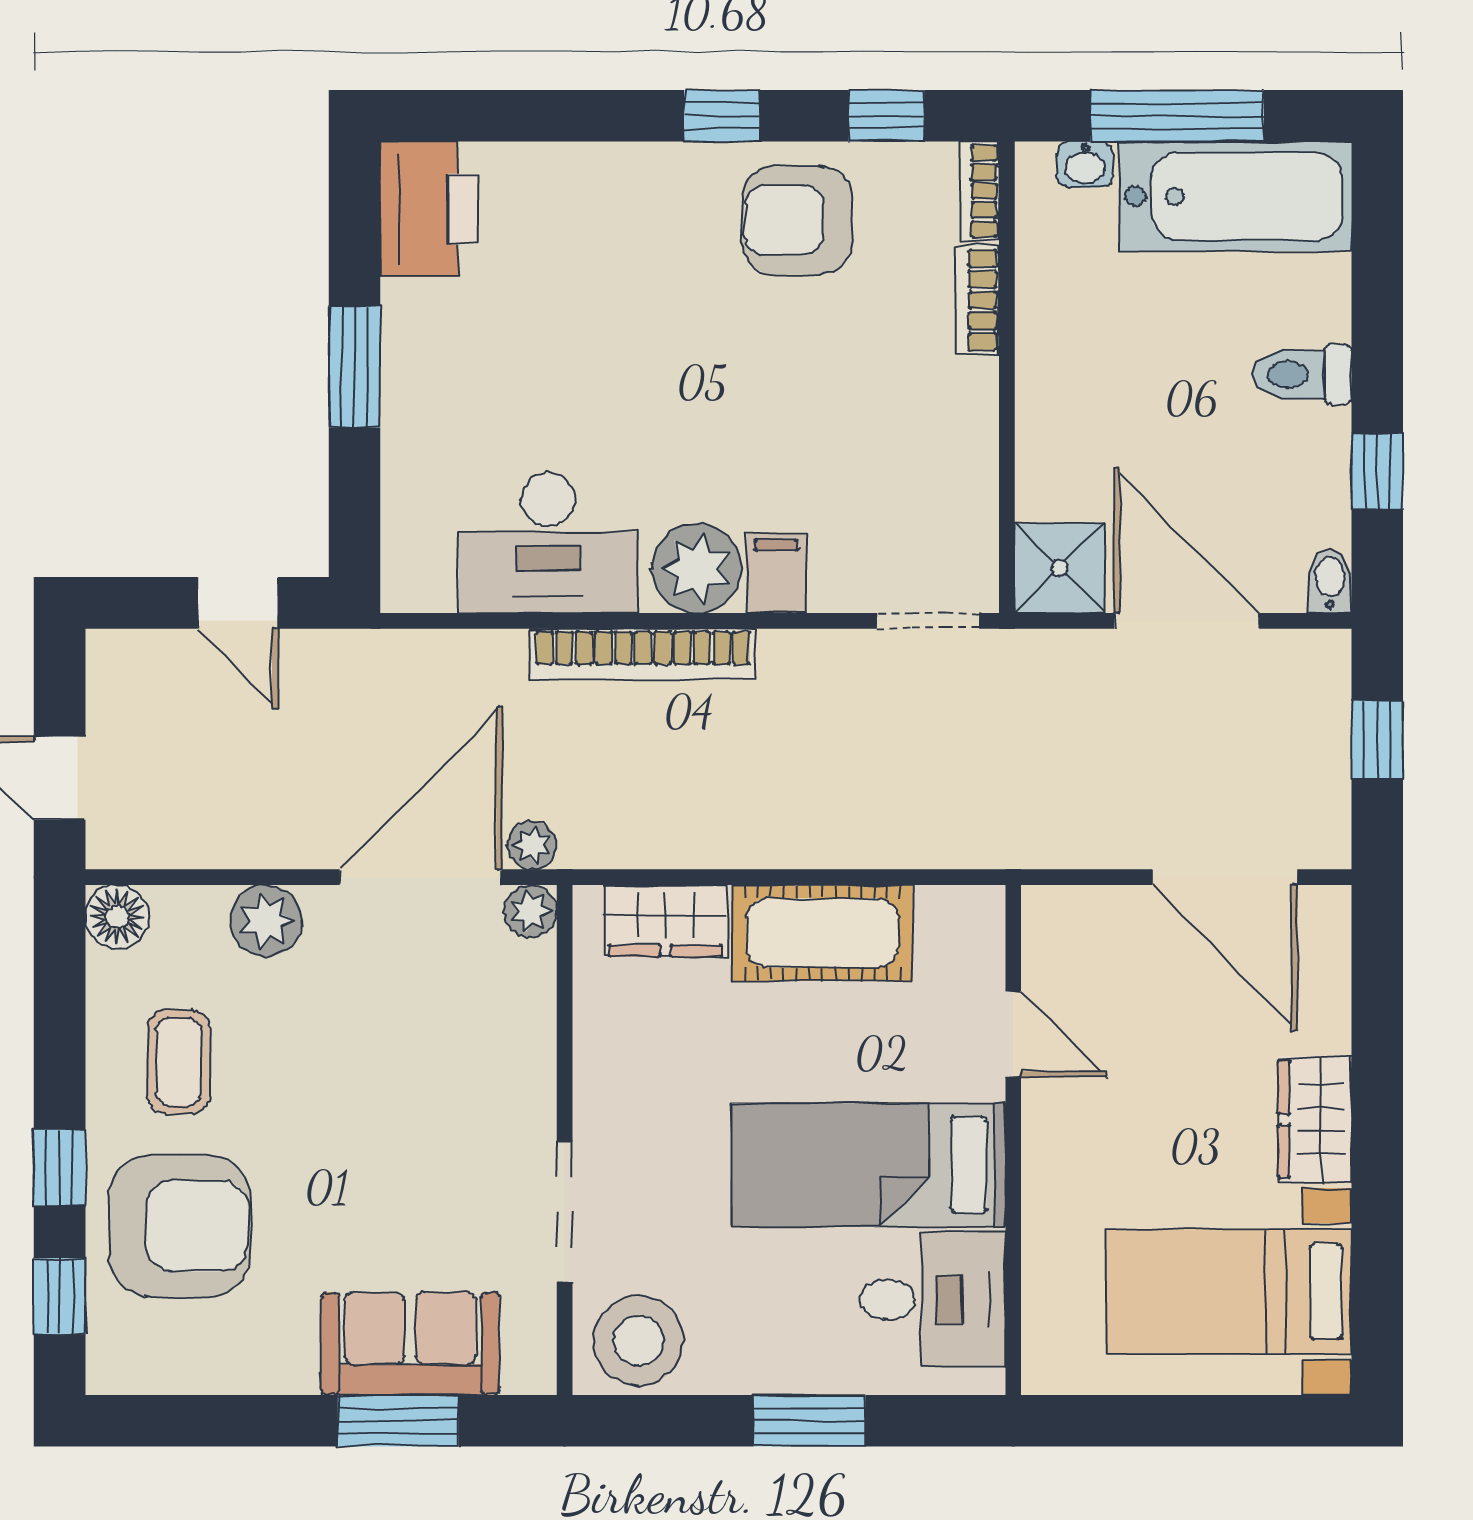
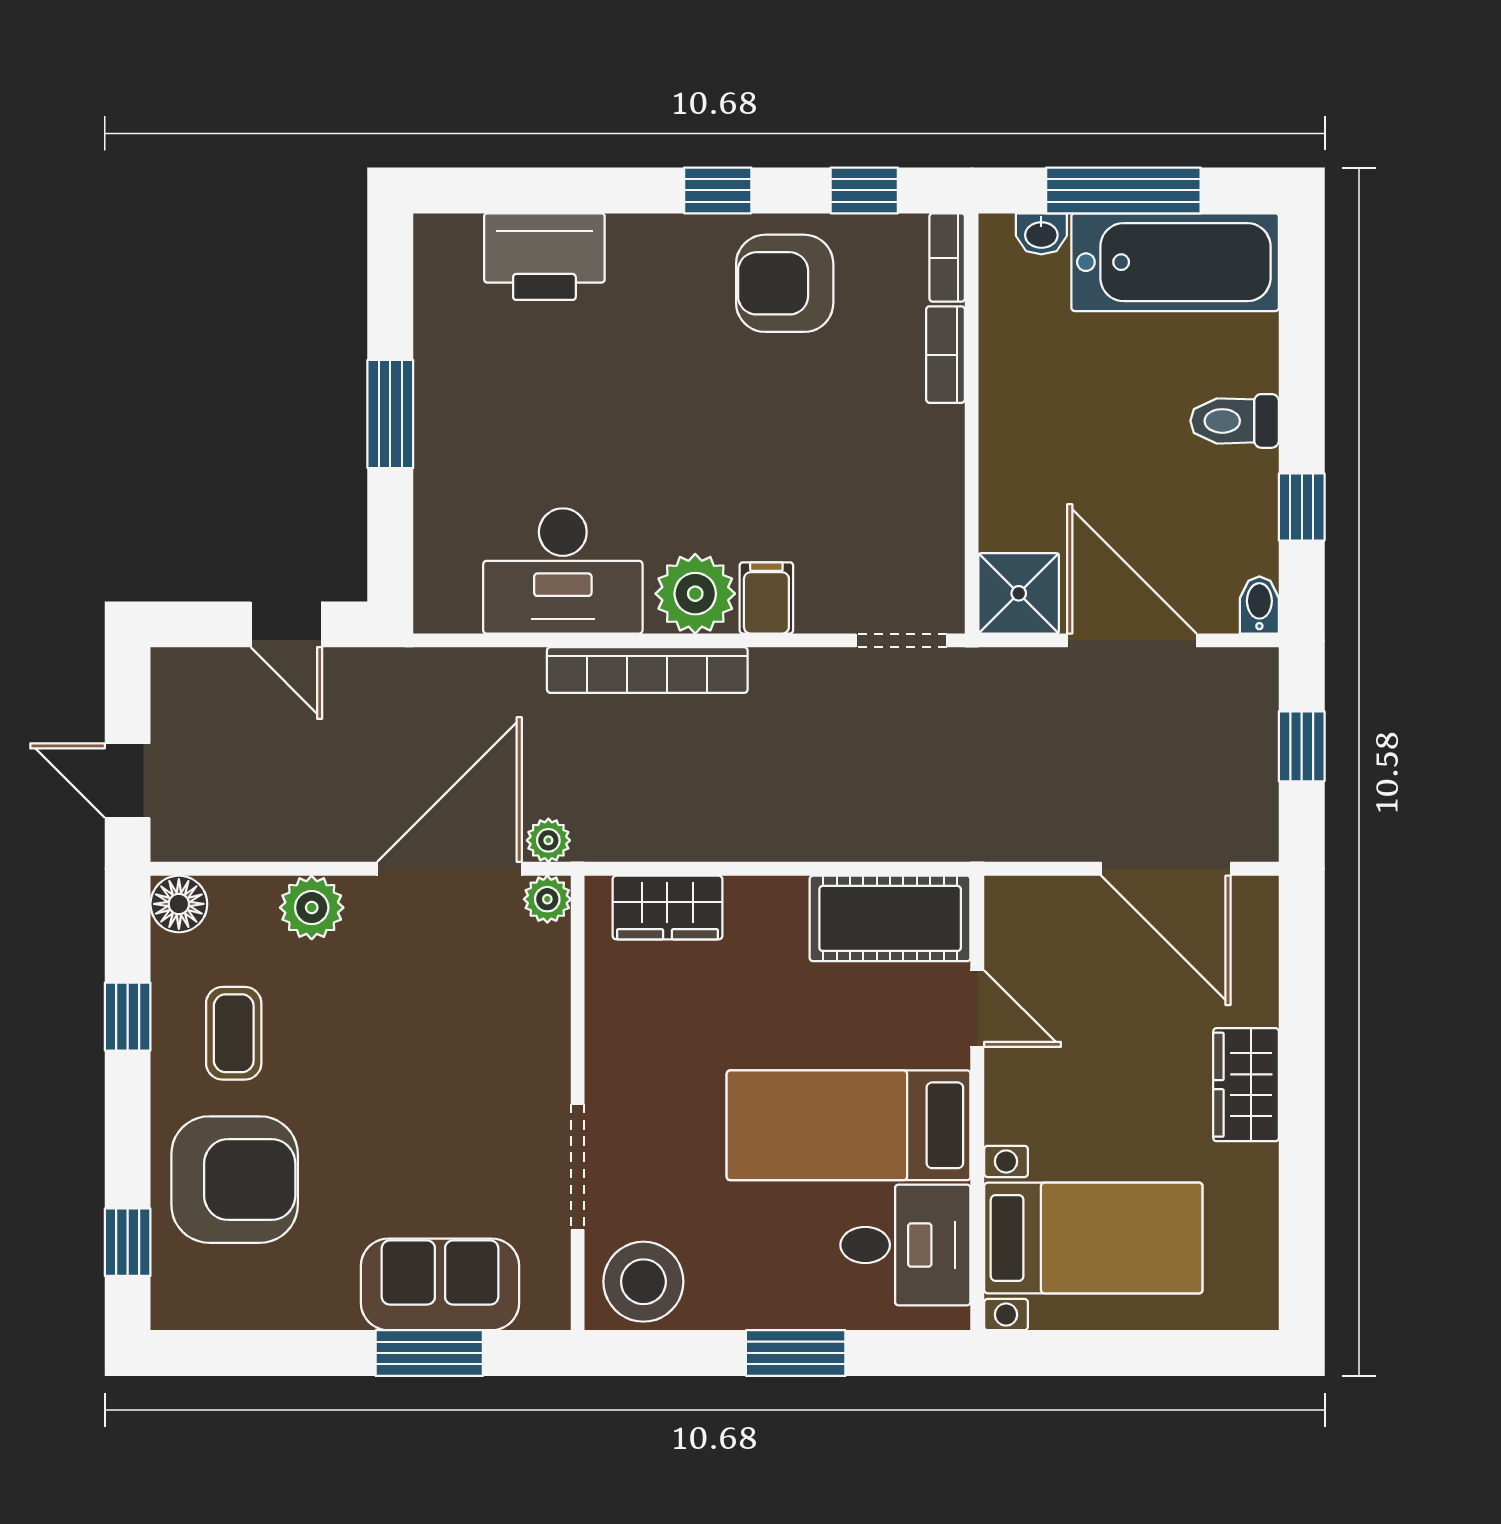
printer: (429, 209) -> (544, 257), moved, turned 90
cot: (822, 933) -> (890, 918), moved
window: (60, 1168) -> (128, 1017), moved
bed with nightstands: (1229, 1292) -> (1093, 1238), moved, turned 180

